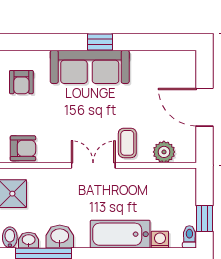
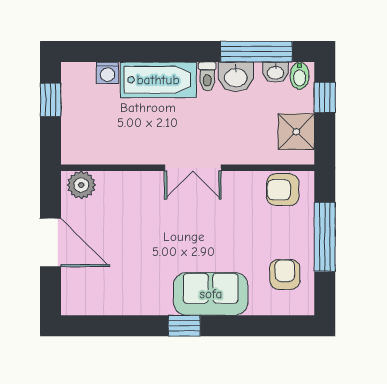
sofa: (90, 67) -> (211, 294), width x0.73
coffee table: (127, 143) -> (149, 197), removed
plant: (164, 152) -> (81, 185), moved
toilet: (189, 237) -> (207, 76), moved

